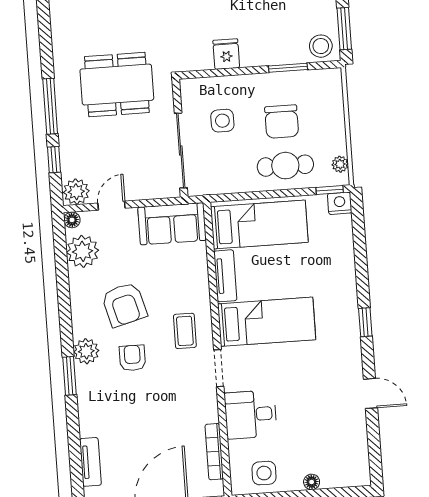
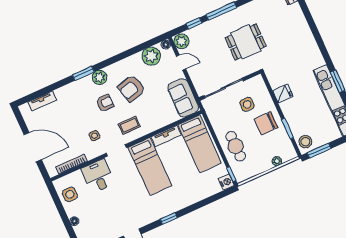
dining table: (117, 85) -> (246, 42), width x0.73
chair: (282, 122) -> (266, 123), moved
plant: (340, 164) -> (277, 161), moved
side table: (181, 396) -> (94, 136), added

